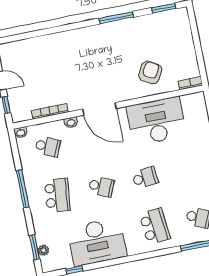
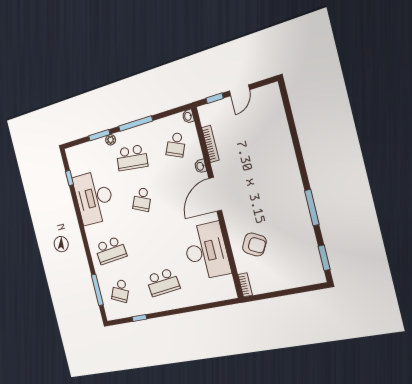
school desk: (145, 178) -> (163, 282), moved, width x1.85
window: (34, 247) -> (99, 135), moved
plant: (43, 250) -> (111, 140), moved

